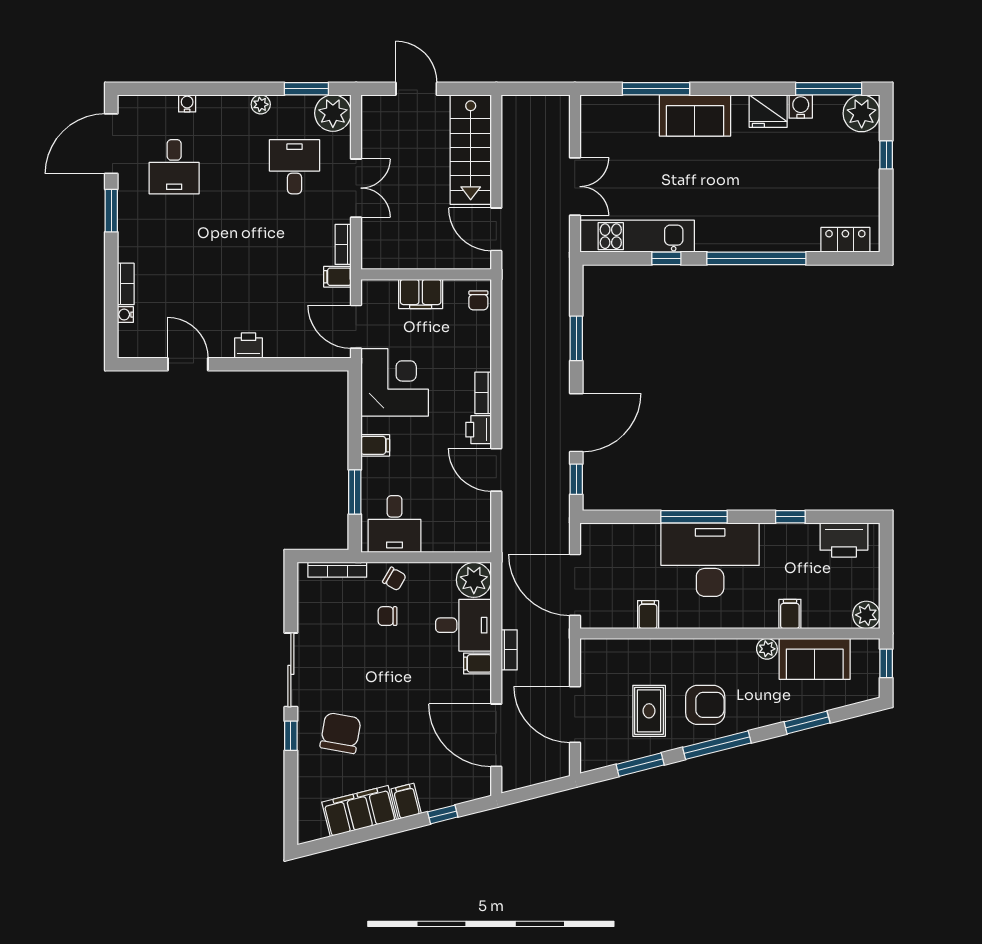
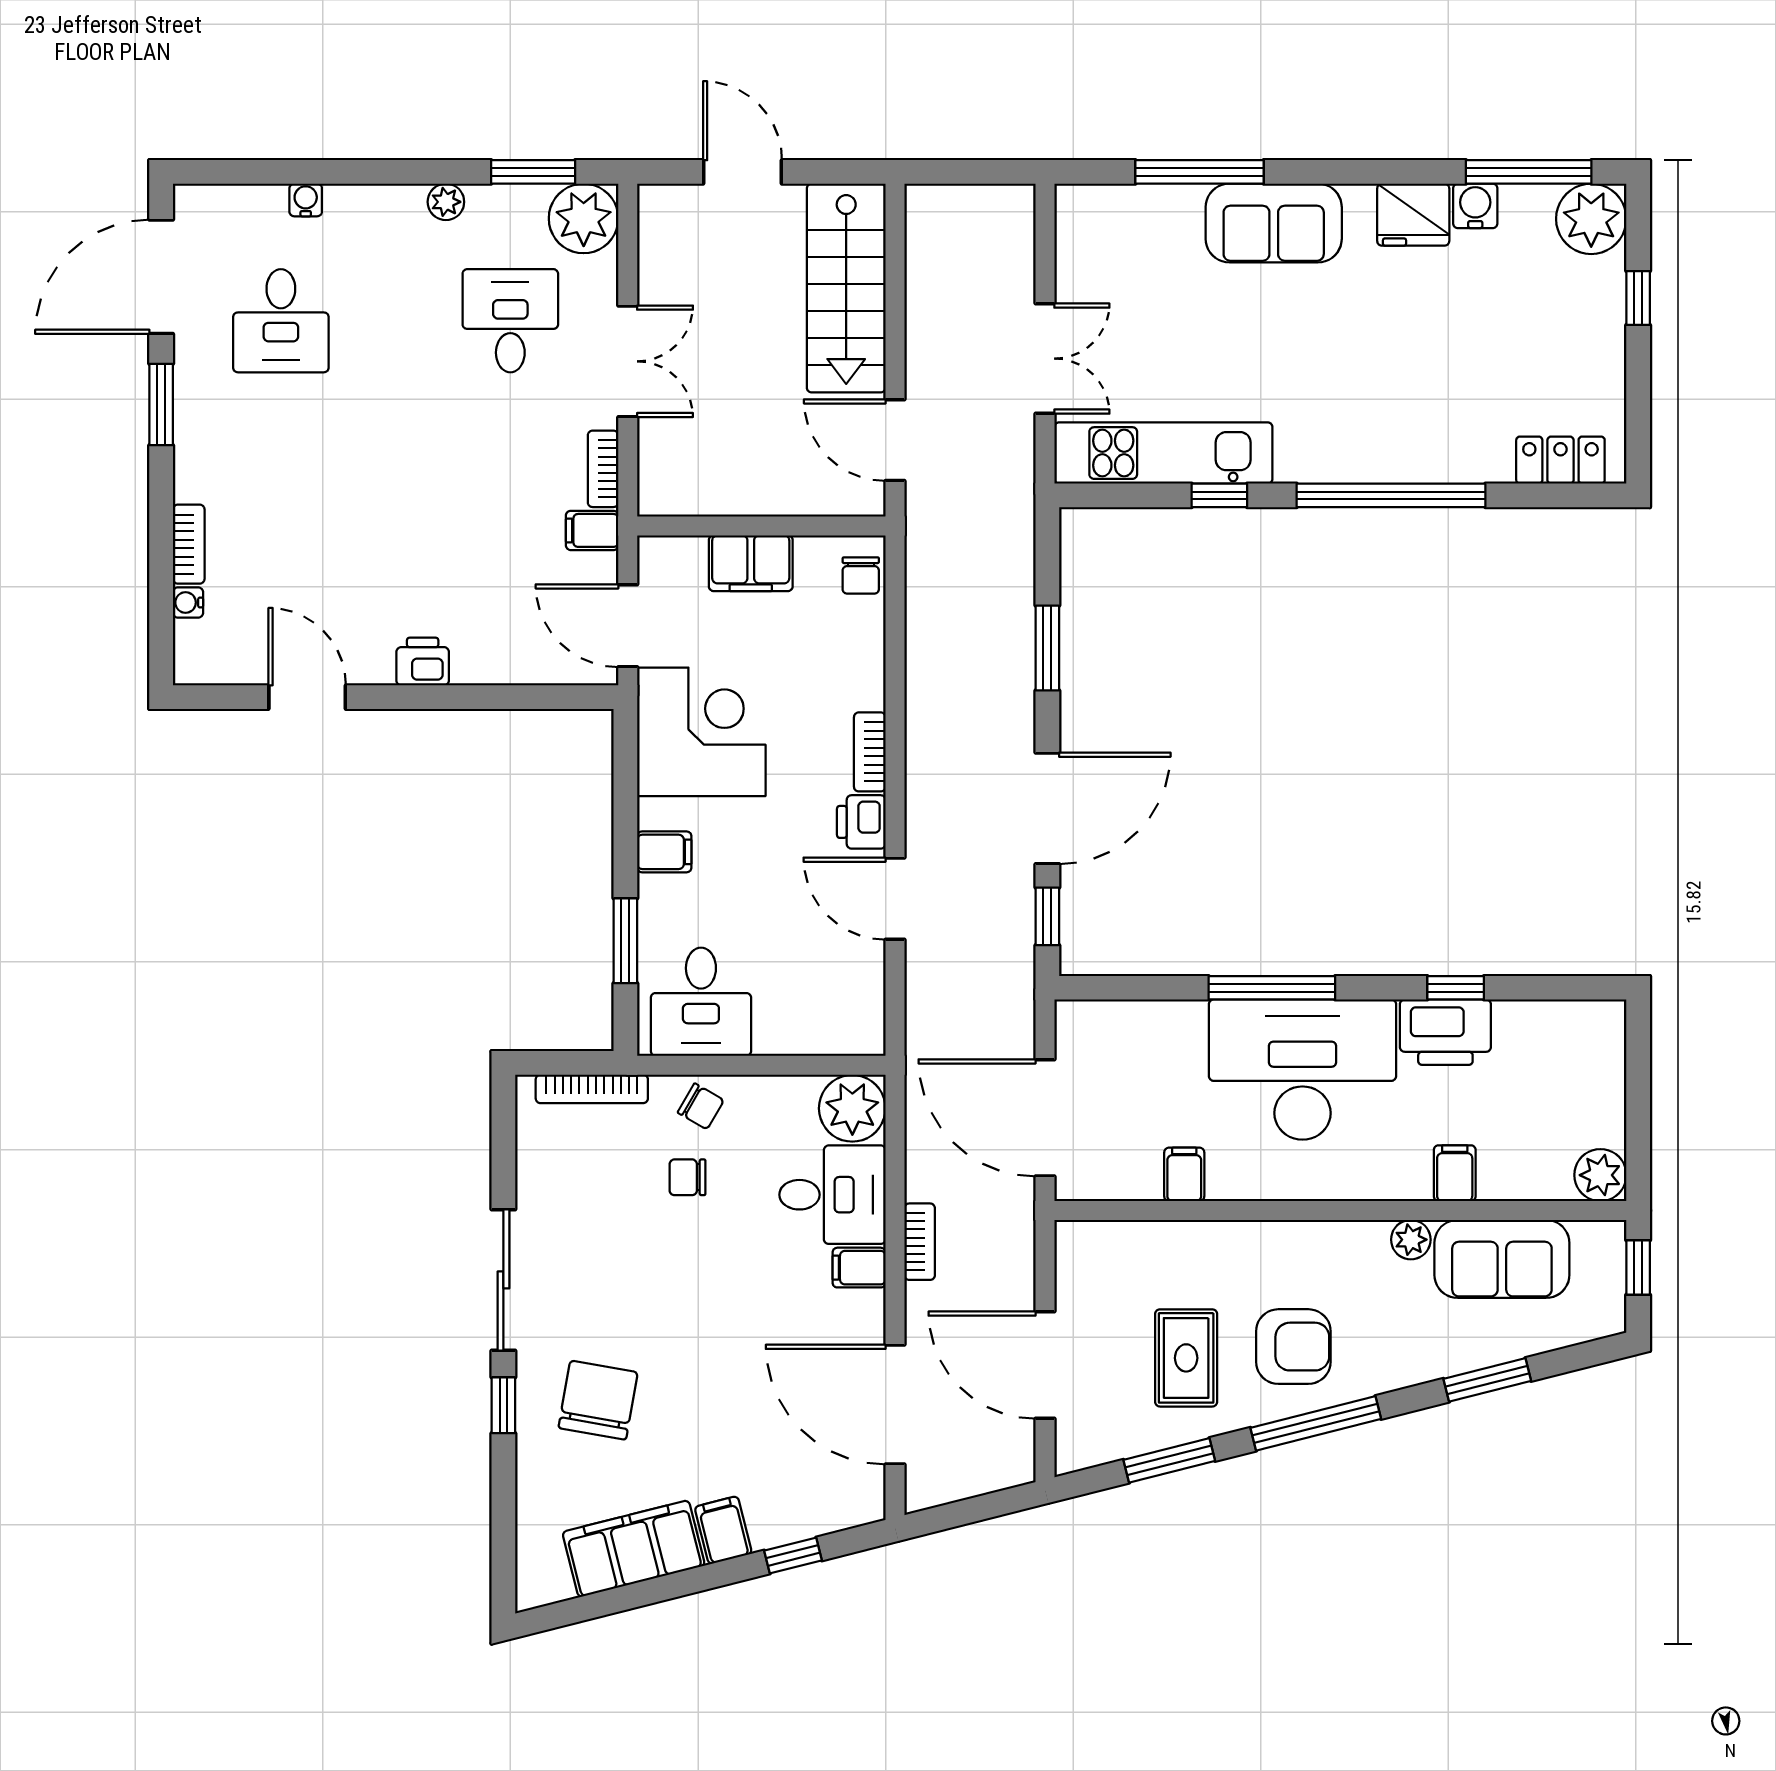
printer: (844, 540) -> (1445, 1032), moved

